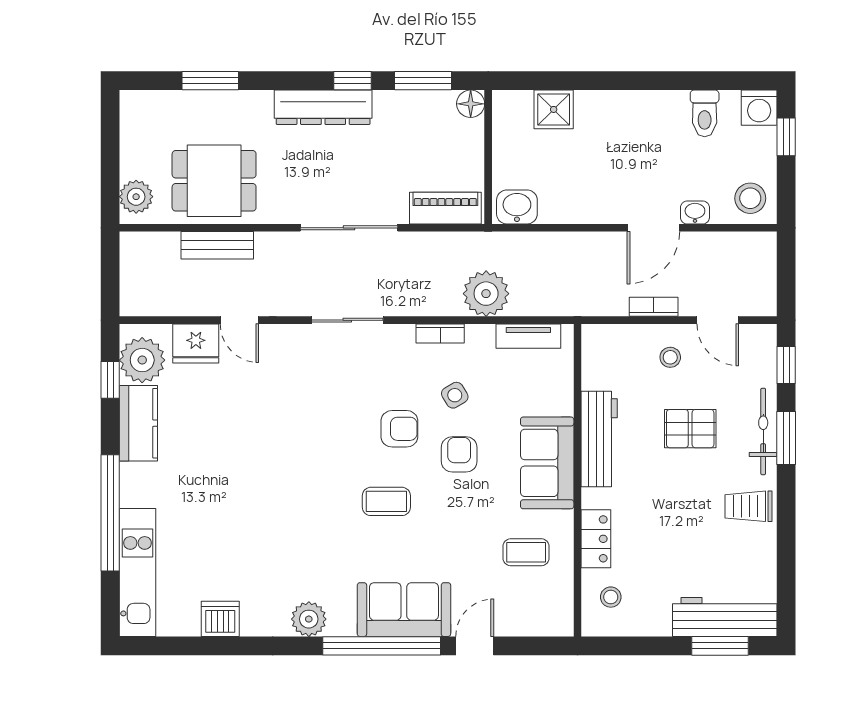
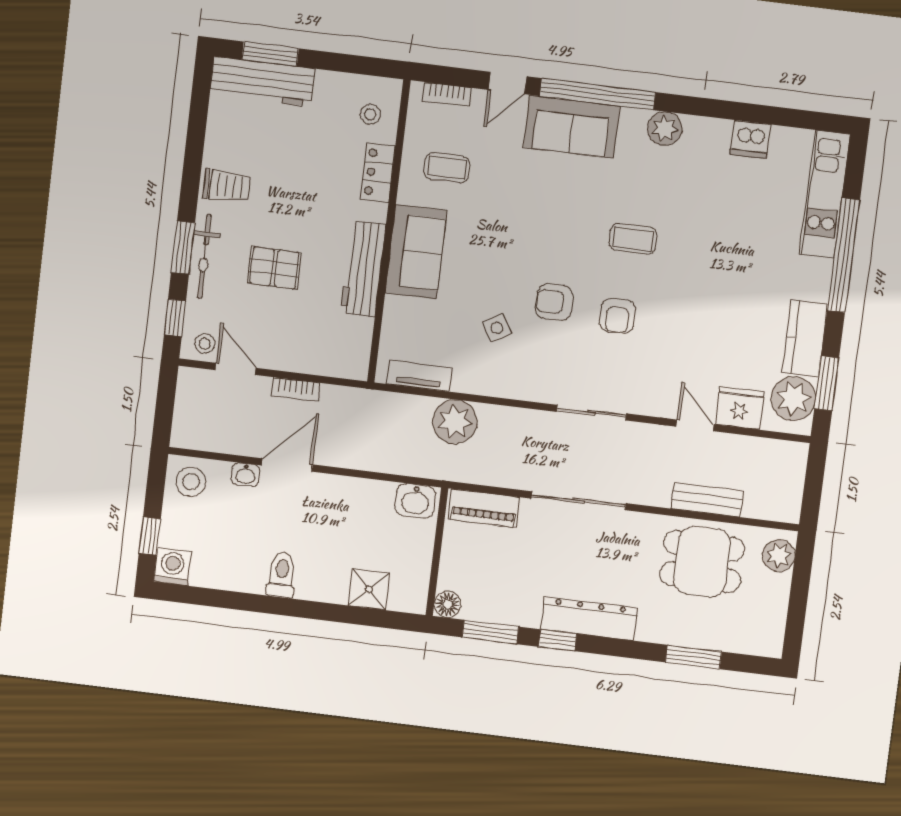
toilet: (705, 113) -> (282, 575), moved
bookcase: (440, 333) -> (447, 94), moved, turned 180
stool: (670, 357) -> (205, 344), moved
window: (110, 380) -> (827, 383), width x1.50
armchair: (459, 454) -> (617, 316), moved
coffee table: (386, 501) -> (633, 239), moved

